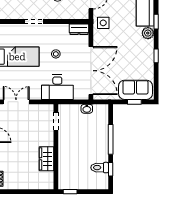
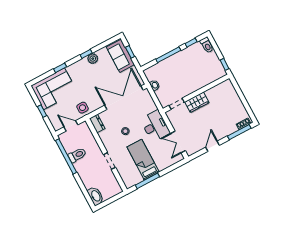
plant: (148, 33) -> (93, 59), moved
desk: (57, 87) -> (155, 126), moved
wardrobe: (46, 159) -> (197, 102), moved
toilet: (100, 168) -> (207, 45), moved

